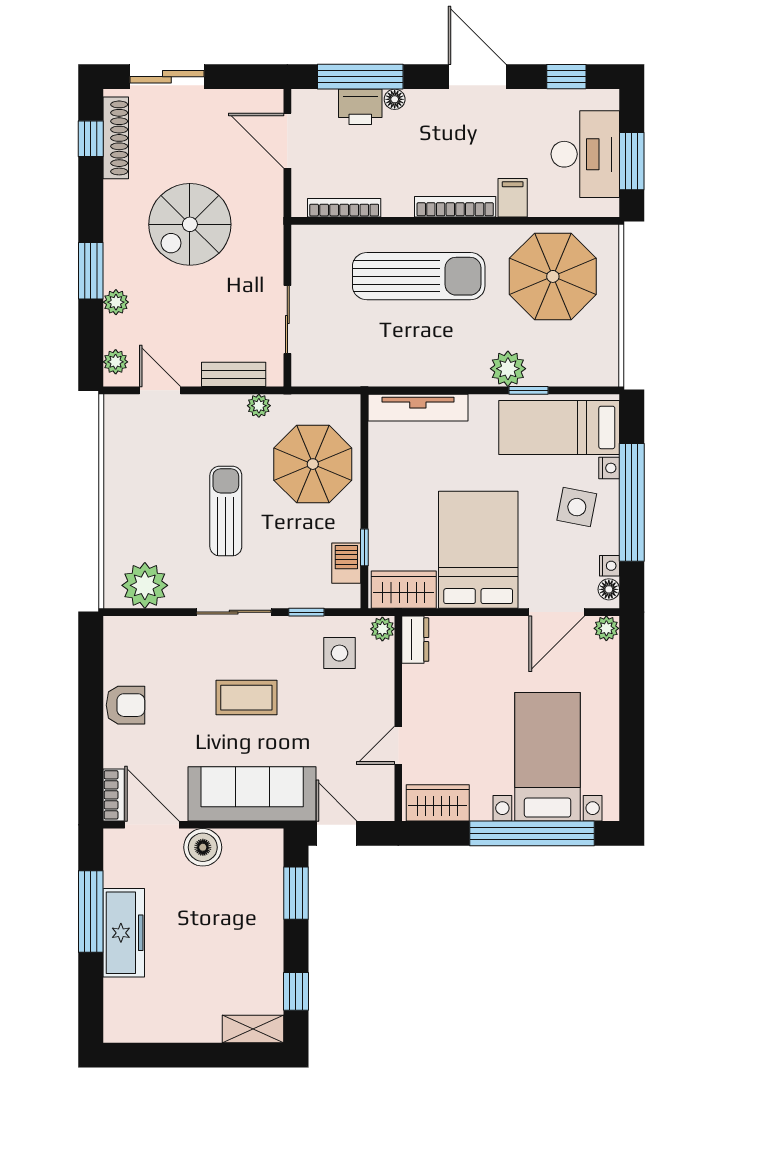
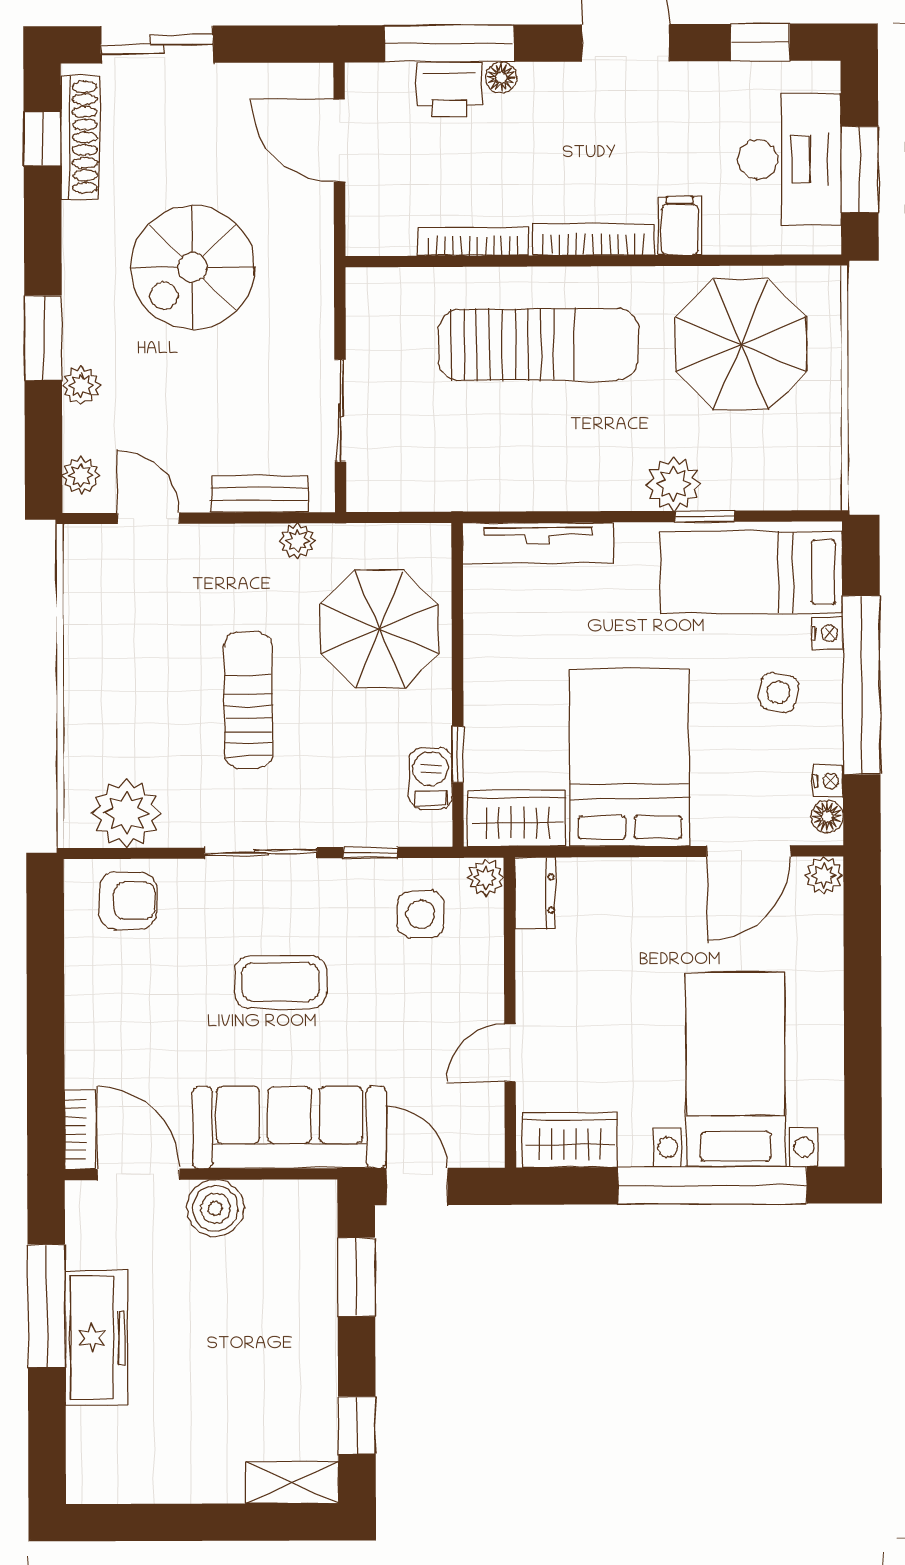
bookcase: (344, 208) -> (473, 241), moved
side table: (577, 507) -> (778, 692), width x0.73, depth x0.73
armchair: (125, 705) -> (128, 901), moved

